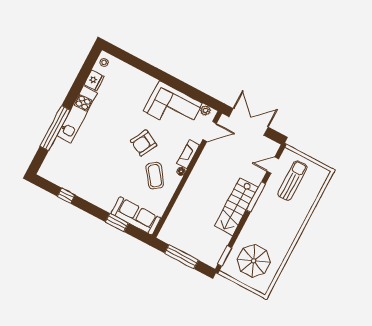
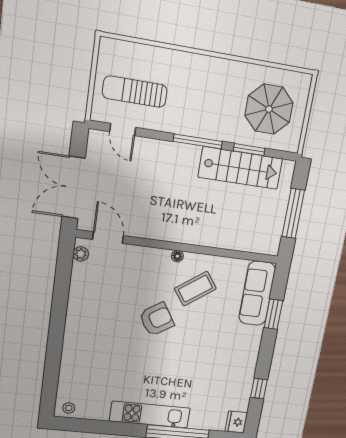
fridge: (94, 80) -> (236, 422), moved, turned -90
corner sofa: (173, 107) -> (93, 299), removed
armchair: (144, 143) -> (157, 319), turned -61
fireplace: (188, 154) -> (150, 255), removed
window: (256, 197) -> (198, 141), moved
stairs: (236, 207) -> (240, 168), moved
window: (225, 256) -> (249, 150), moved

